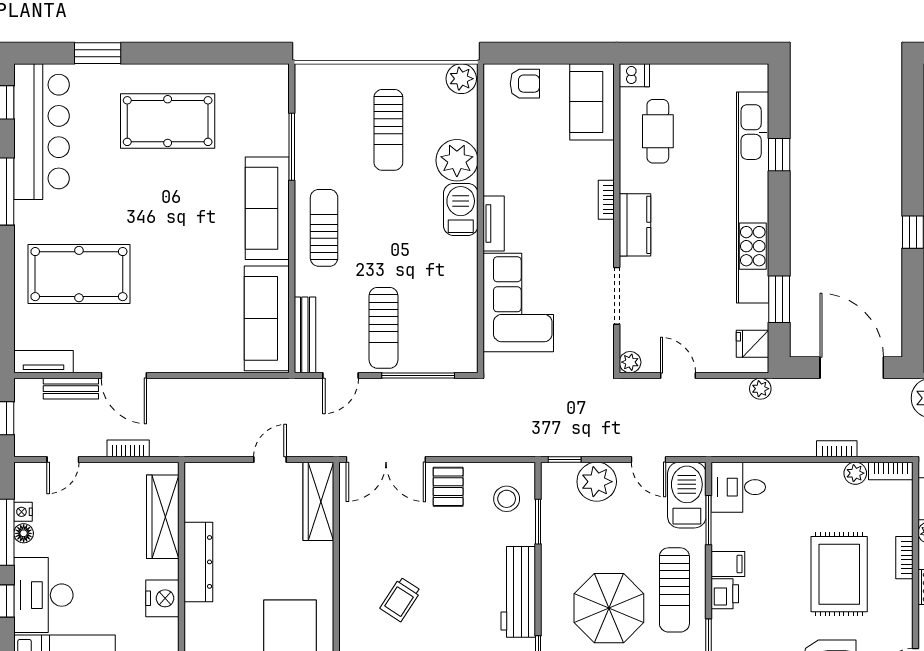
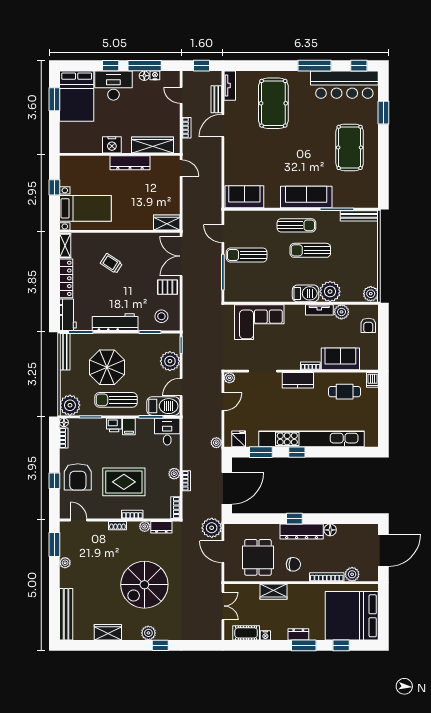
sofa: (592, 102) -> (340, 359), moved
sun lounger: (388, 130) -> (310, 250), moved
plant: (498, 137) -> (341, 312), added
window: (779, 155) -> (297, 452), moved
tv unit: (494, 223) -> (319, 310), moved
sofa: (267, 318) -> (244, 197), width x0.73
bench: (305, 335) -> (359, 216), moved
door: (270, 459) -> (181, 168), moved
plant: (855, 473) -> (174, 474), moved
wardrobe: (318, 501) -> (167, 223), width x0.67

